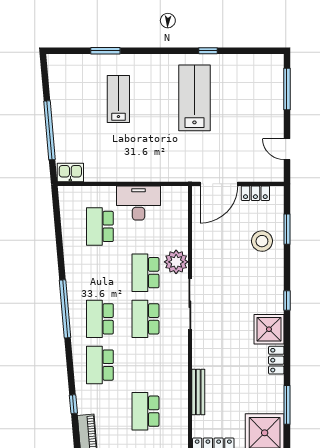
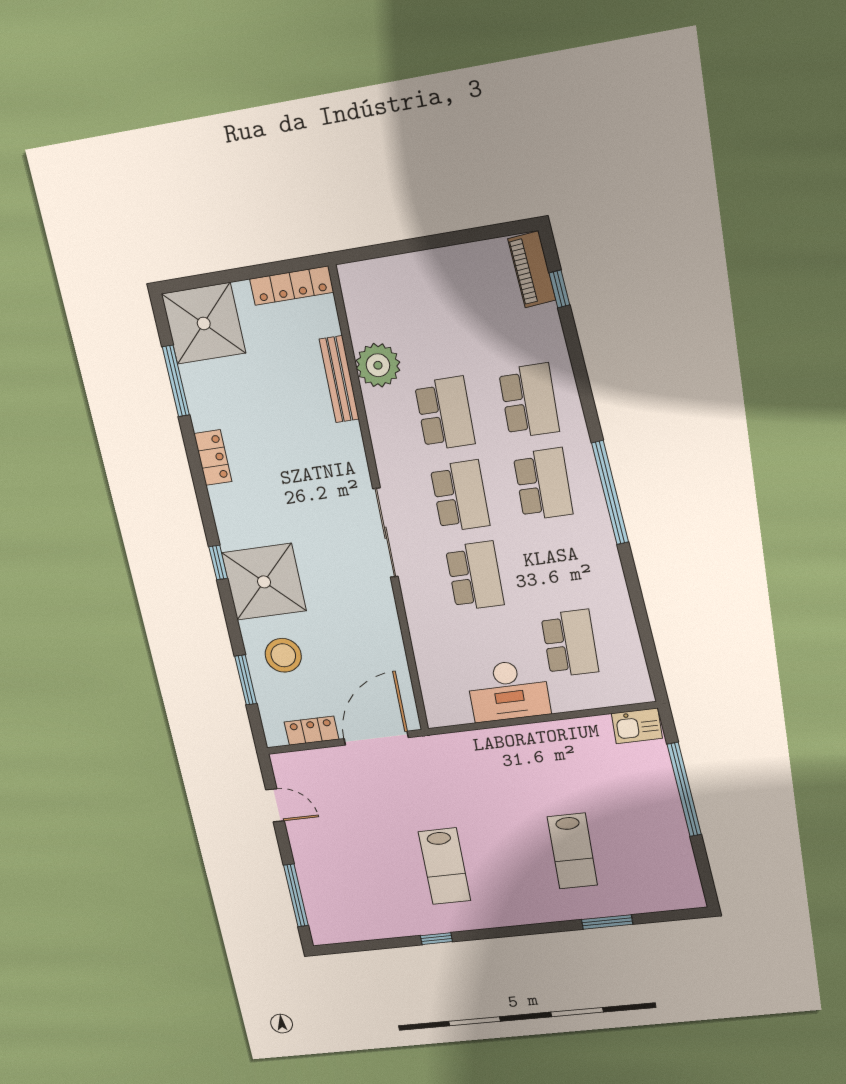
lab bench: (194, 98) -> (444, 866), width x0.73, depth x0.72
plant: (176, 262) -> (378, 365), moved
shower: (269, 329) -> (264, 582), moved, width x1.37, depth x1.37
window: (73, 404) -> (559, 289), moved
school desk: (145, 411) -> (445, 414), moved

